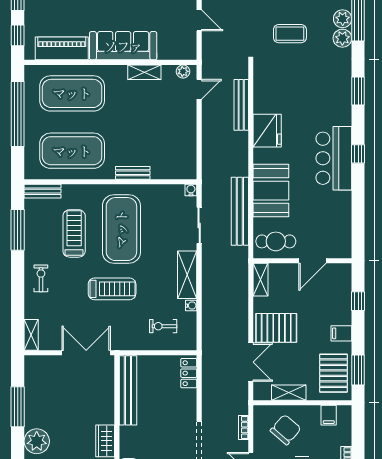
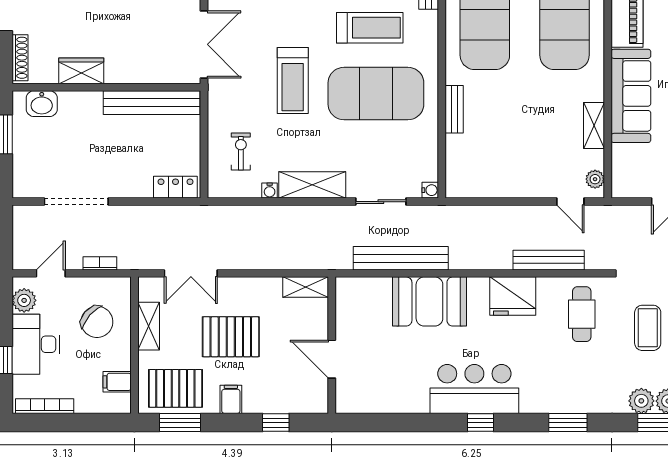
cafe table: (276, 241) -> (582, 314), moved
pallet: (276, 328) -> (231, 337), moved, turned 90

